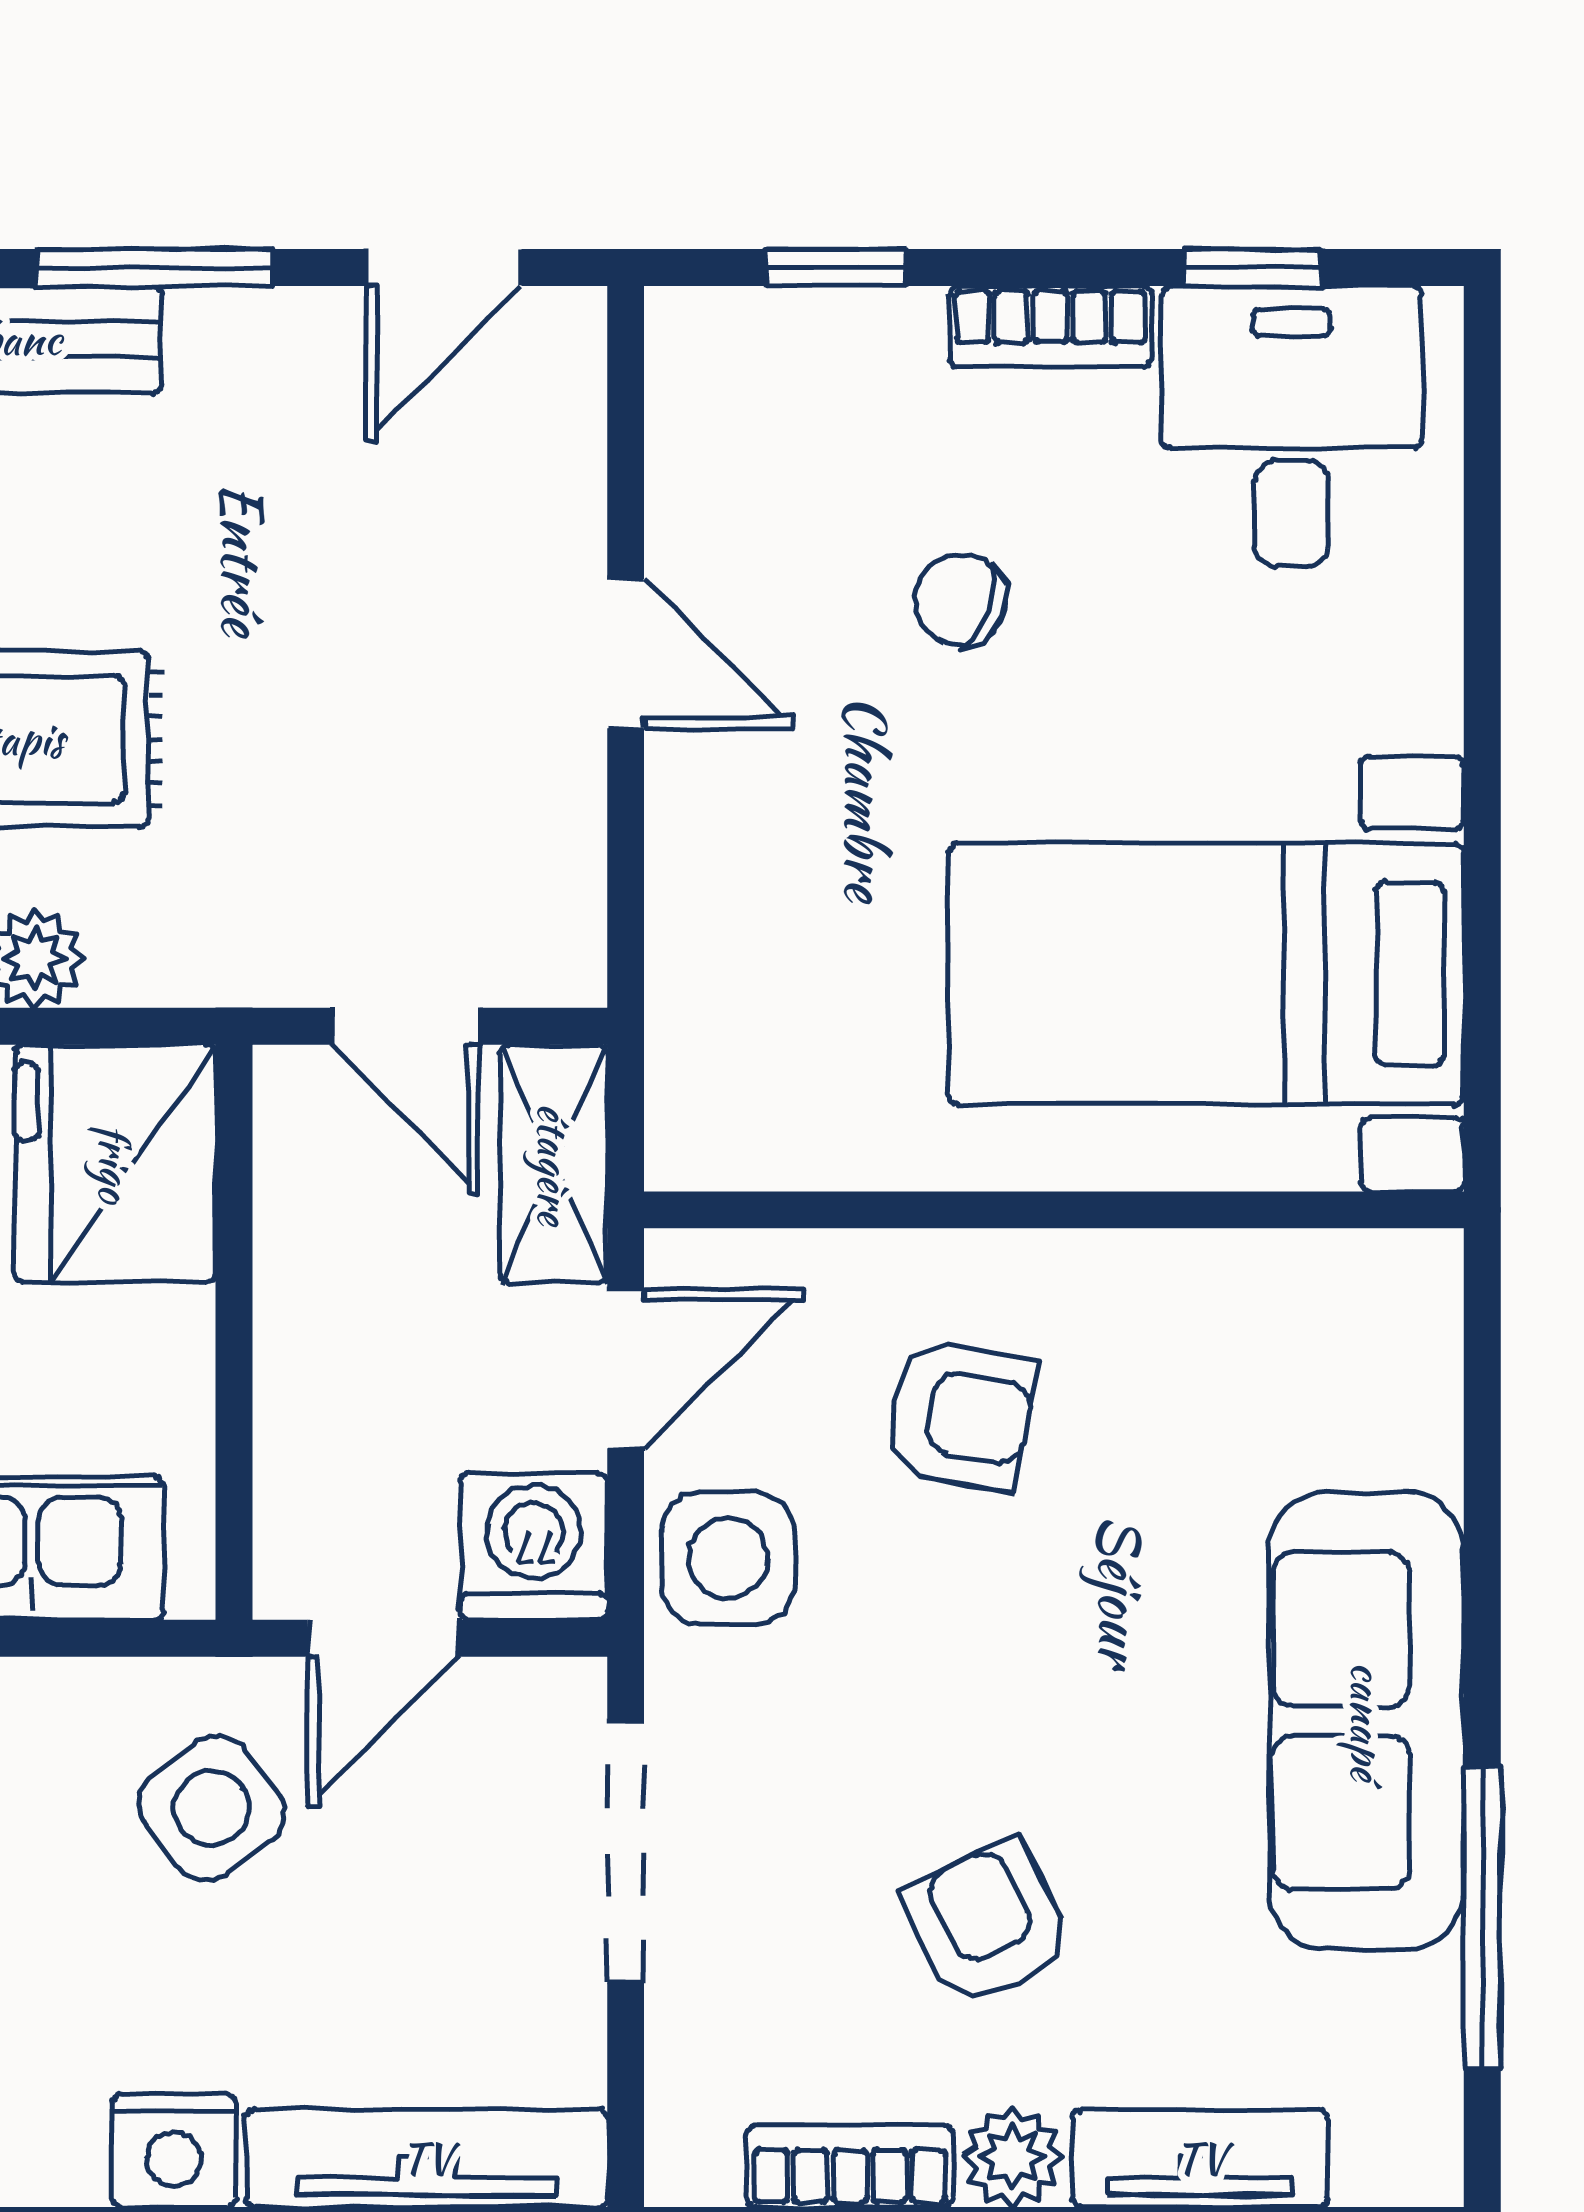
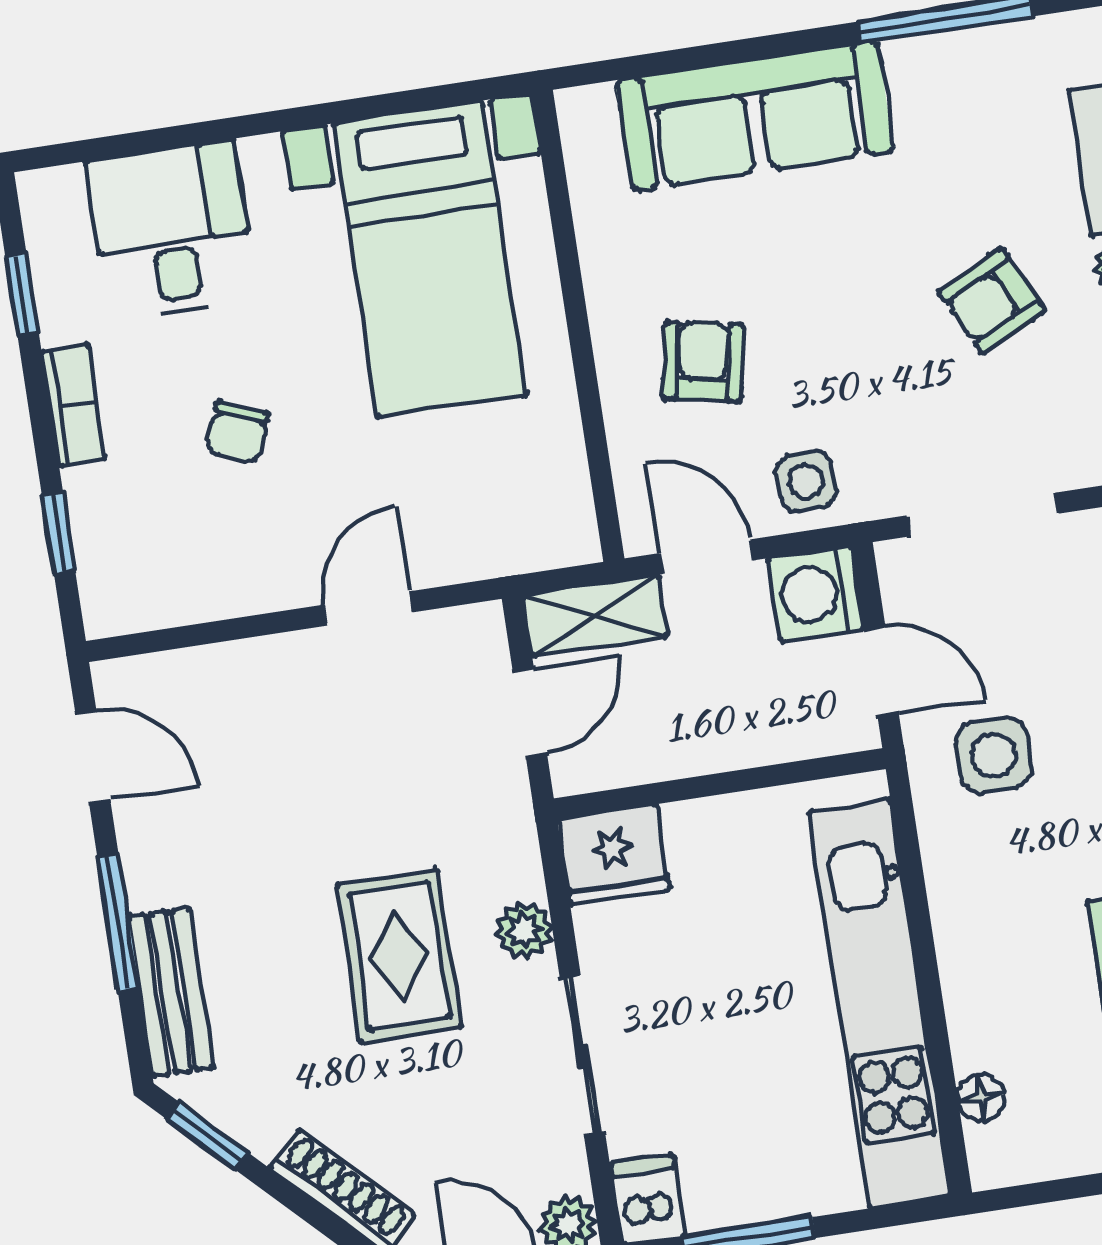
desk: (1292, 426) -> (171, 230), moved, turned 90
door: (626, 654) -> (368, 608), moved
fridge: (115, 1163) -> (613, 855), width x0.73, depth x0.75
side table: (728, 1558) -> (806, 482), width x0.73, depth x0.73
sofa: (1367, 1721) -> (755, 116), moved
side table: (211, 1808) -> (994, 755), turned 37

